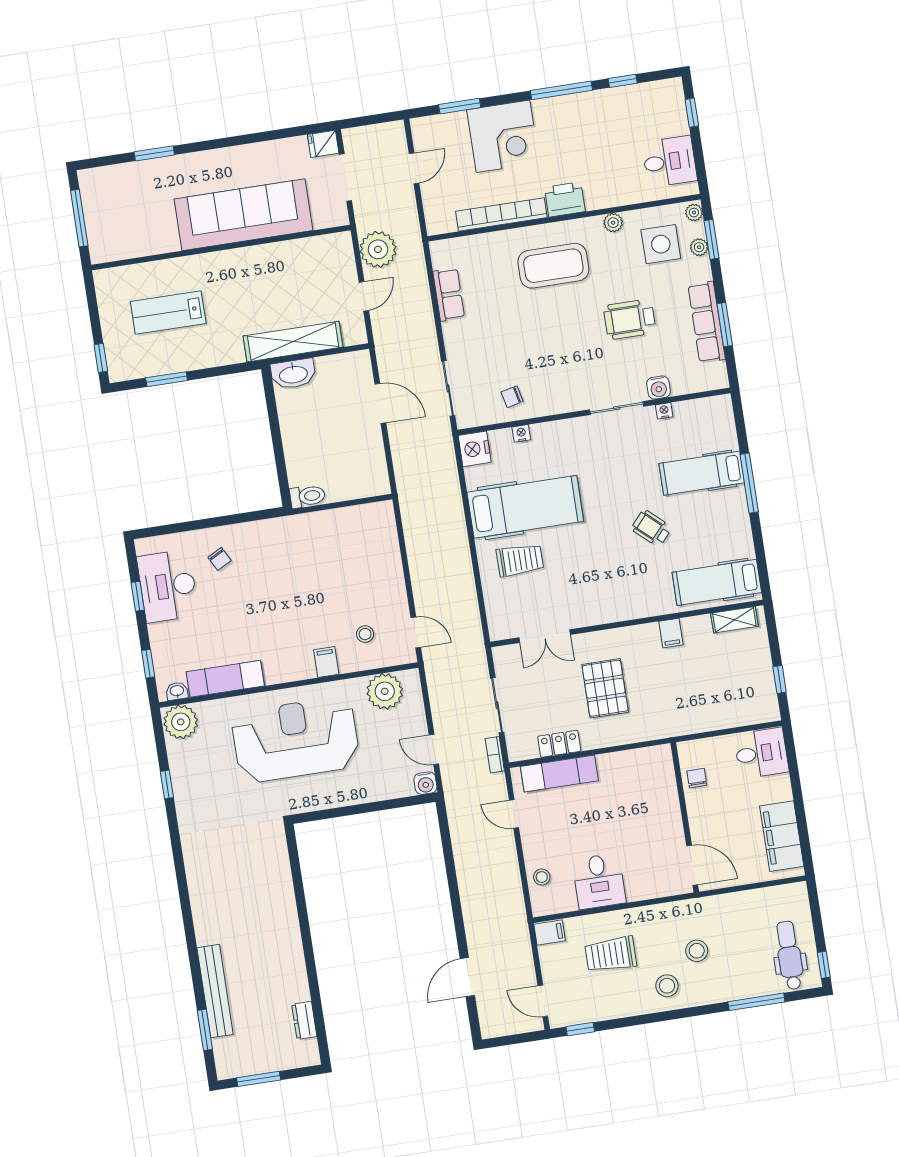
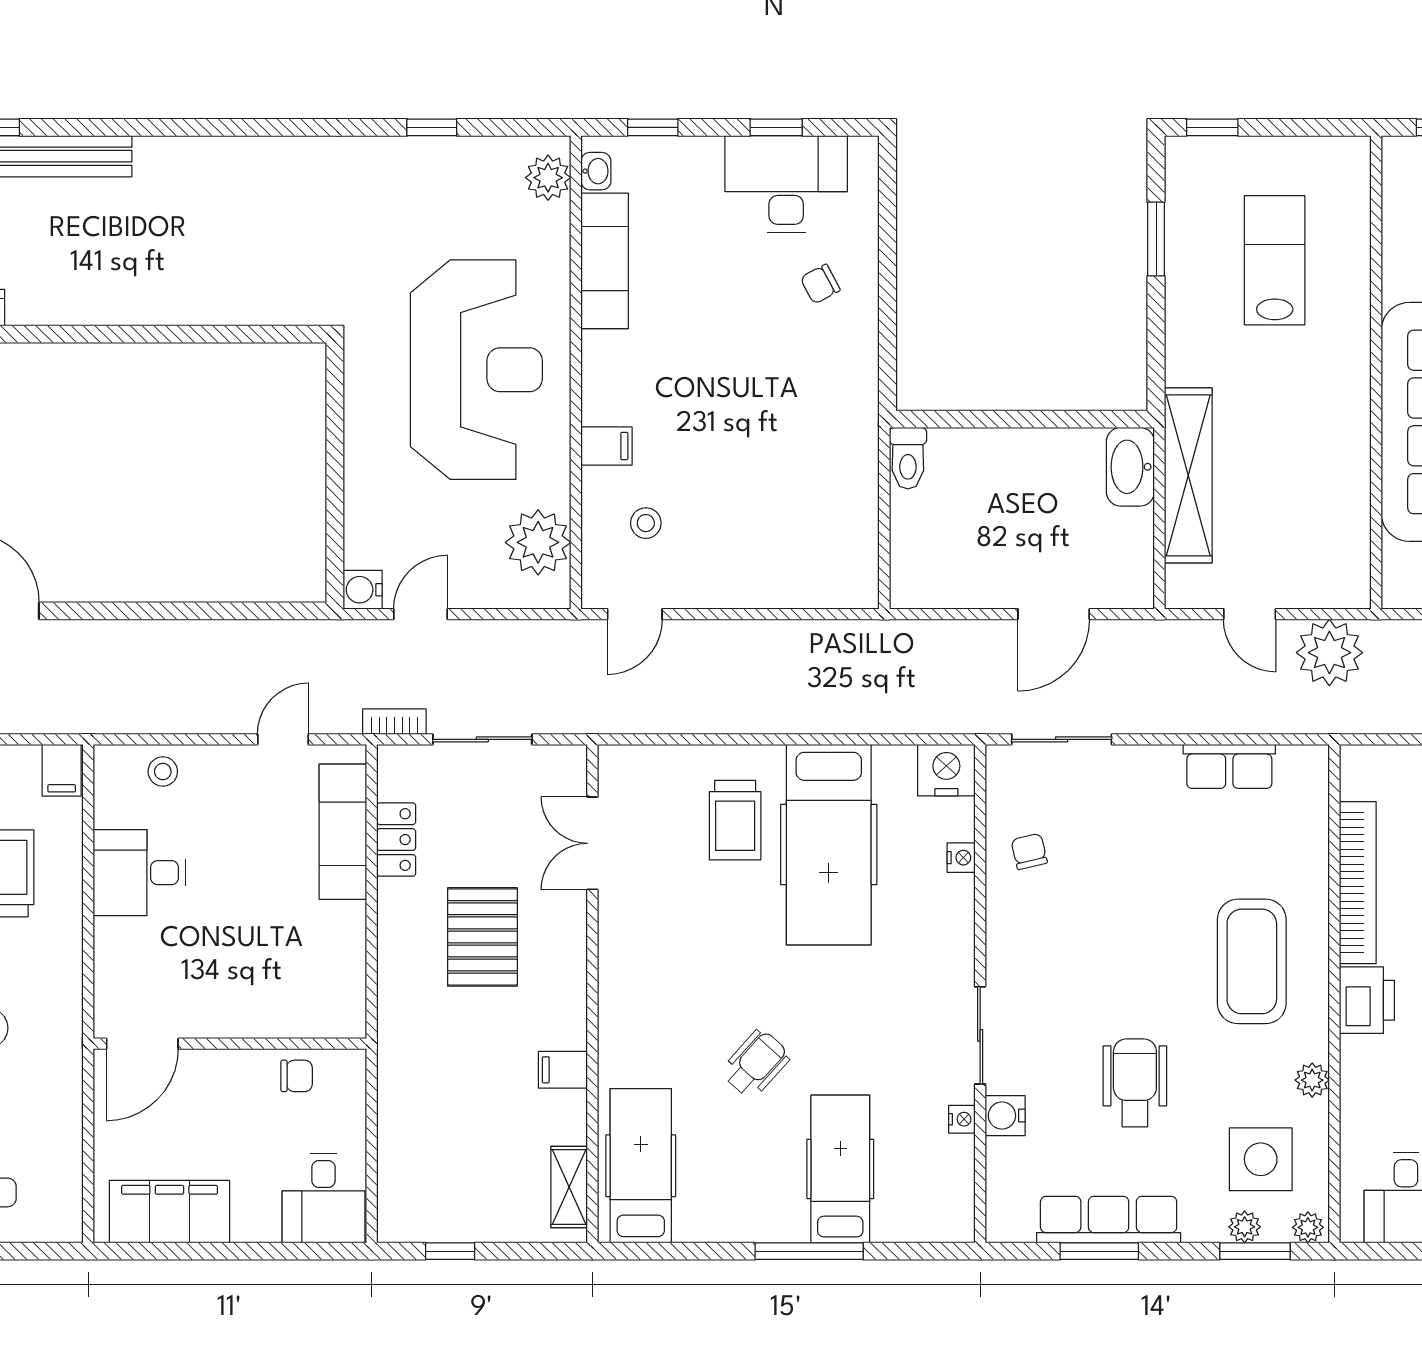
pallet: (605, 688) -> (482, 937), turned 90
plant: (181, 722) -> (548, 178), width x0.73, depth x0.73

